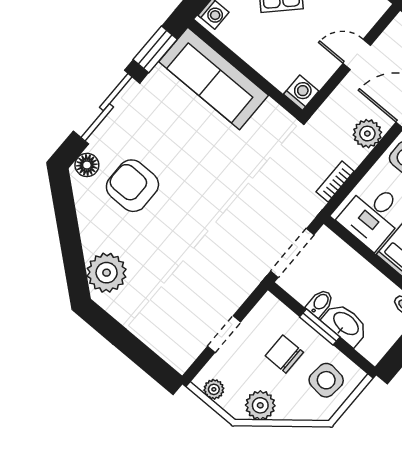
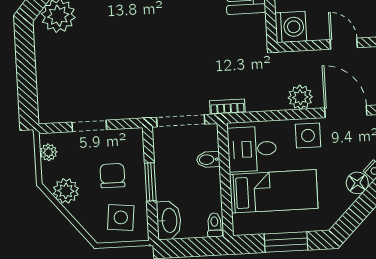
washing machine: (301, 93) -> (291, 27), width x1.38, depth x1.38
bookcase: (335, 182) -> (227, 107), moved
bidet: (320, 303) -> (208, 160), moved, turned 180
washbasin: (345, 324) -> (169, 220), moved

